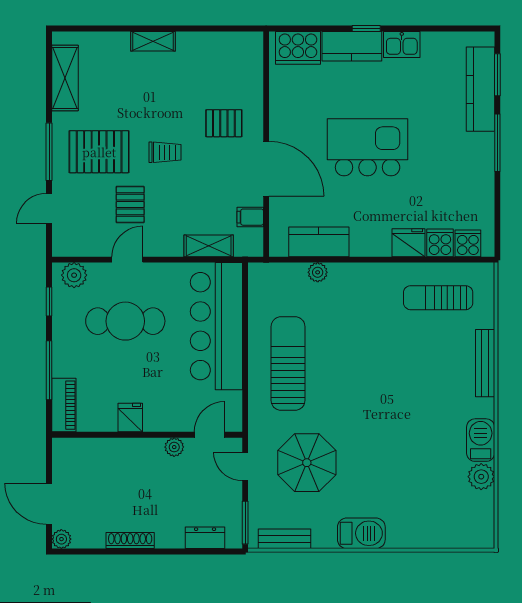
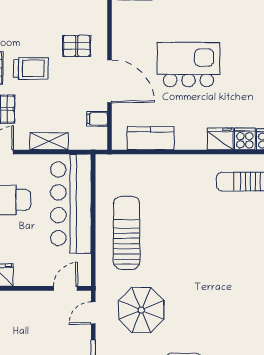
trolley: (165, 152) -> (31, 68), width x1.36, depth x1.39
shelving: (209, 246) -> (49, 141), moved
plant: (318, 272) -> (150, 162), removed
plant: (174, 447) -> (38, 298), removed
door: (245, 466) -> (93, 313), hinge flipped

